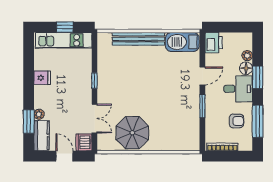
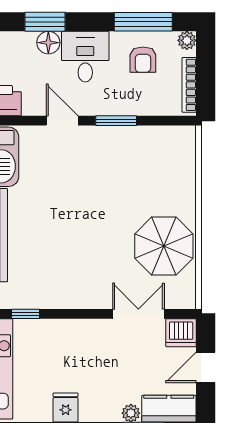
plant: (247, 56) -> (187, 40), moved
window: (258, 77) -> (45, 22), moved
window: (94, 81) -> (26, 314), moved
armchair: (236, 121) -> (143, 60), turned 180

